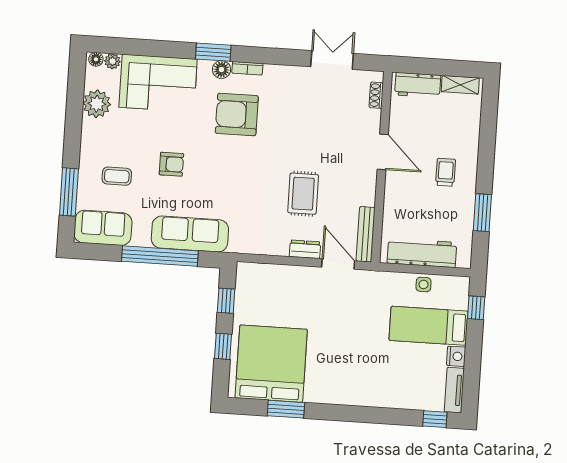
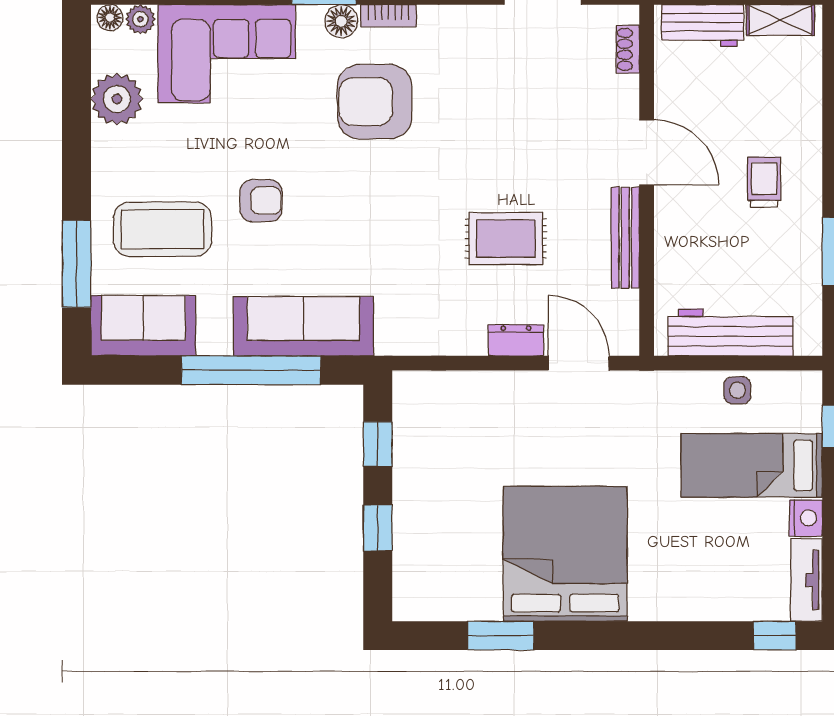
coffee table: (117, 176) -> (162, 229), width x1.86, depth x1.72
rug: (303, 194) -> (506, 239), turned 90
bench: (366, 234) -> (625, 238), moved
bed: (271, 364) -> (565, 554), moved

